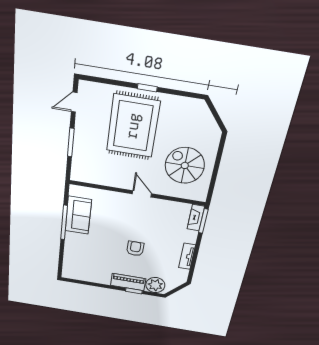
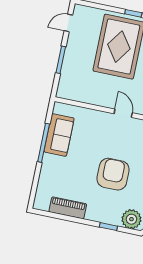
armchair: (135, 249) -> (113, 174), width x1.88, depth x1.88
piano: (128, 282) -> (68, 208), moved

